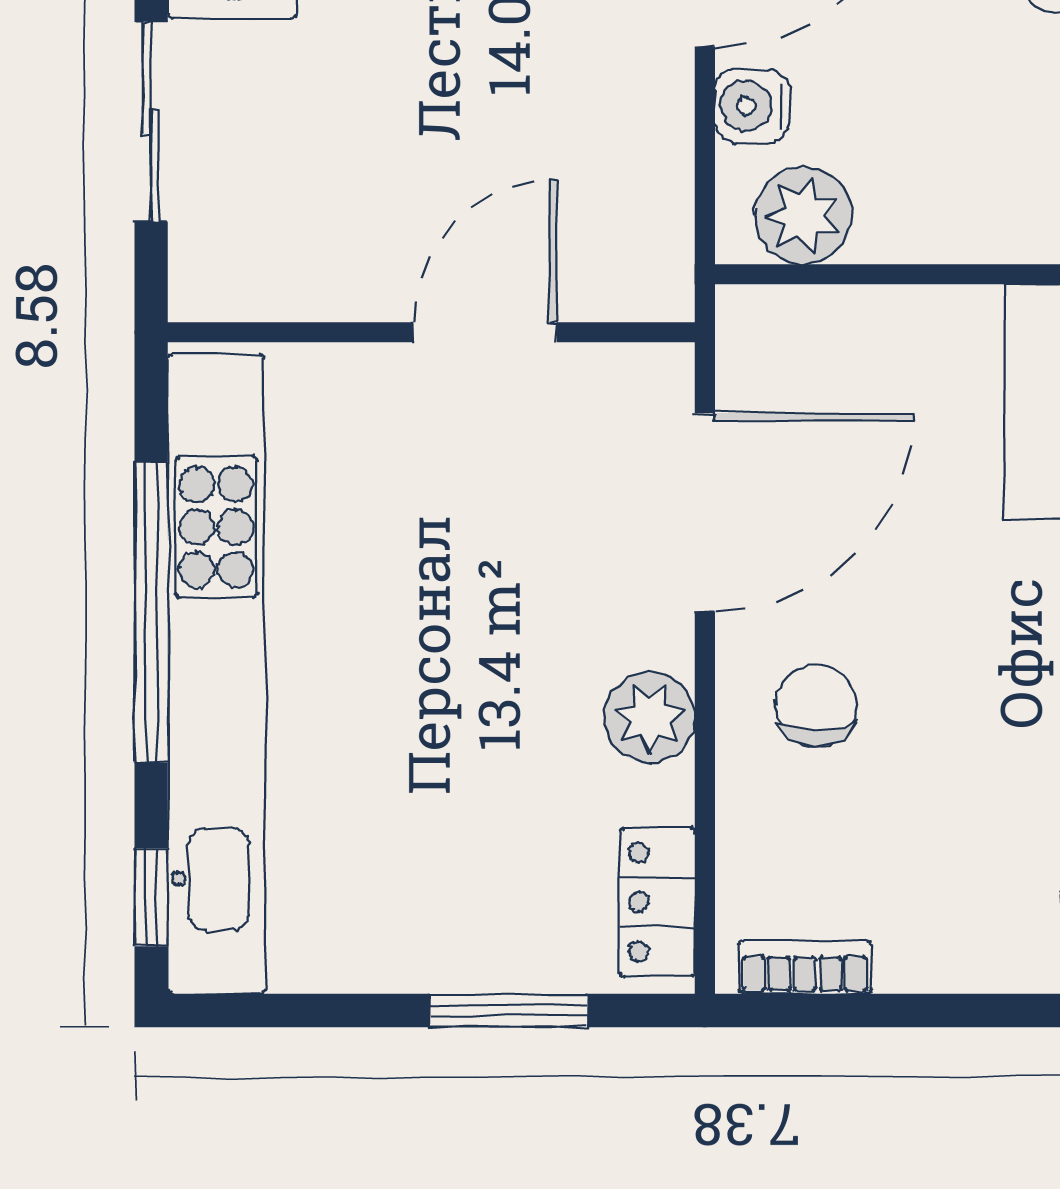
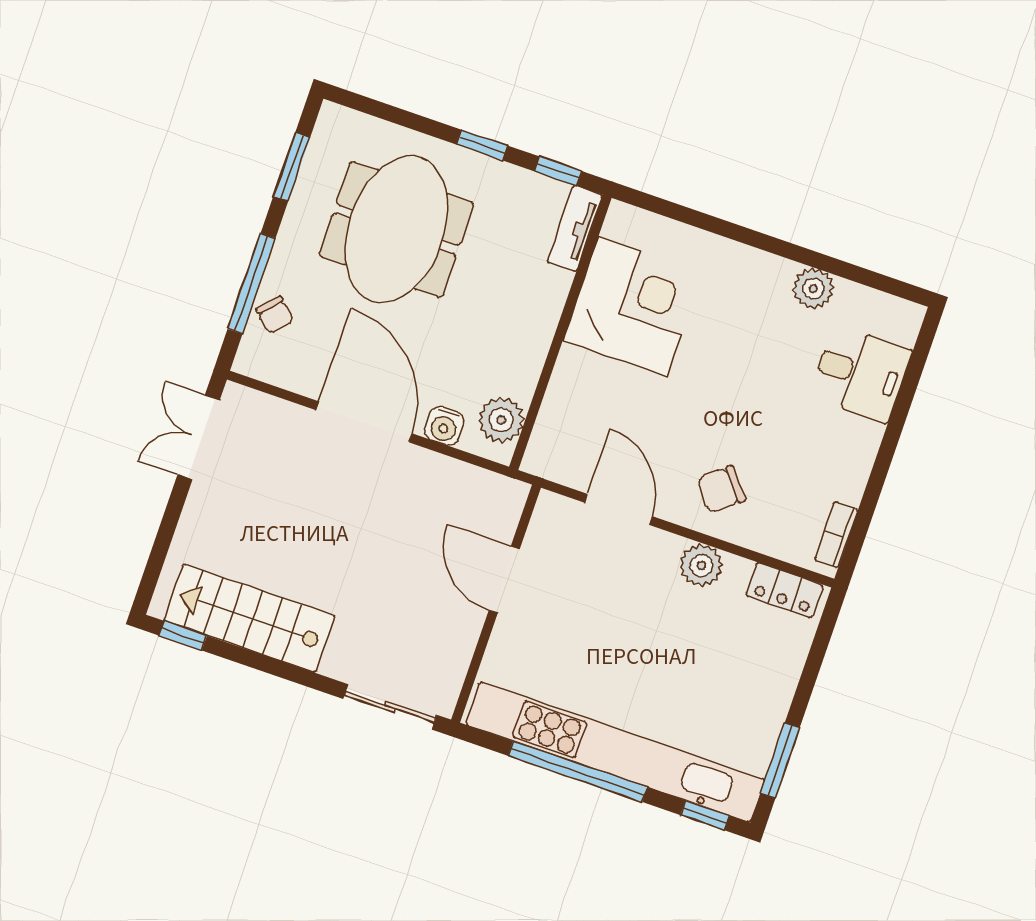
sliding door: (151, 122) -> (390, 707), moved
door: (705, 512) -> (618, 509), width x0.73
chair: (816, 705) -> (721, 489), turned -39
window: (508, 1010) -> (780, 760), moved

